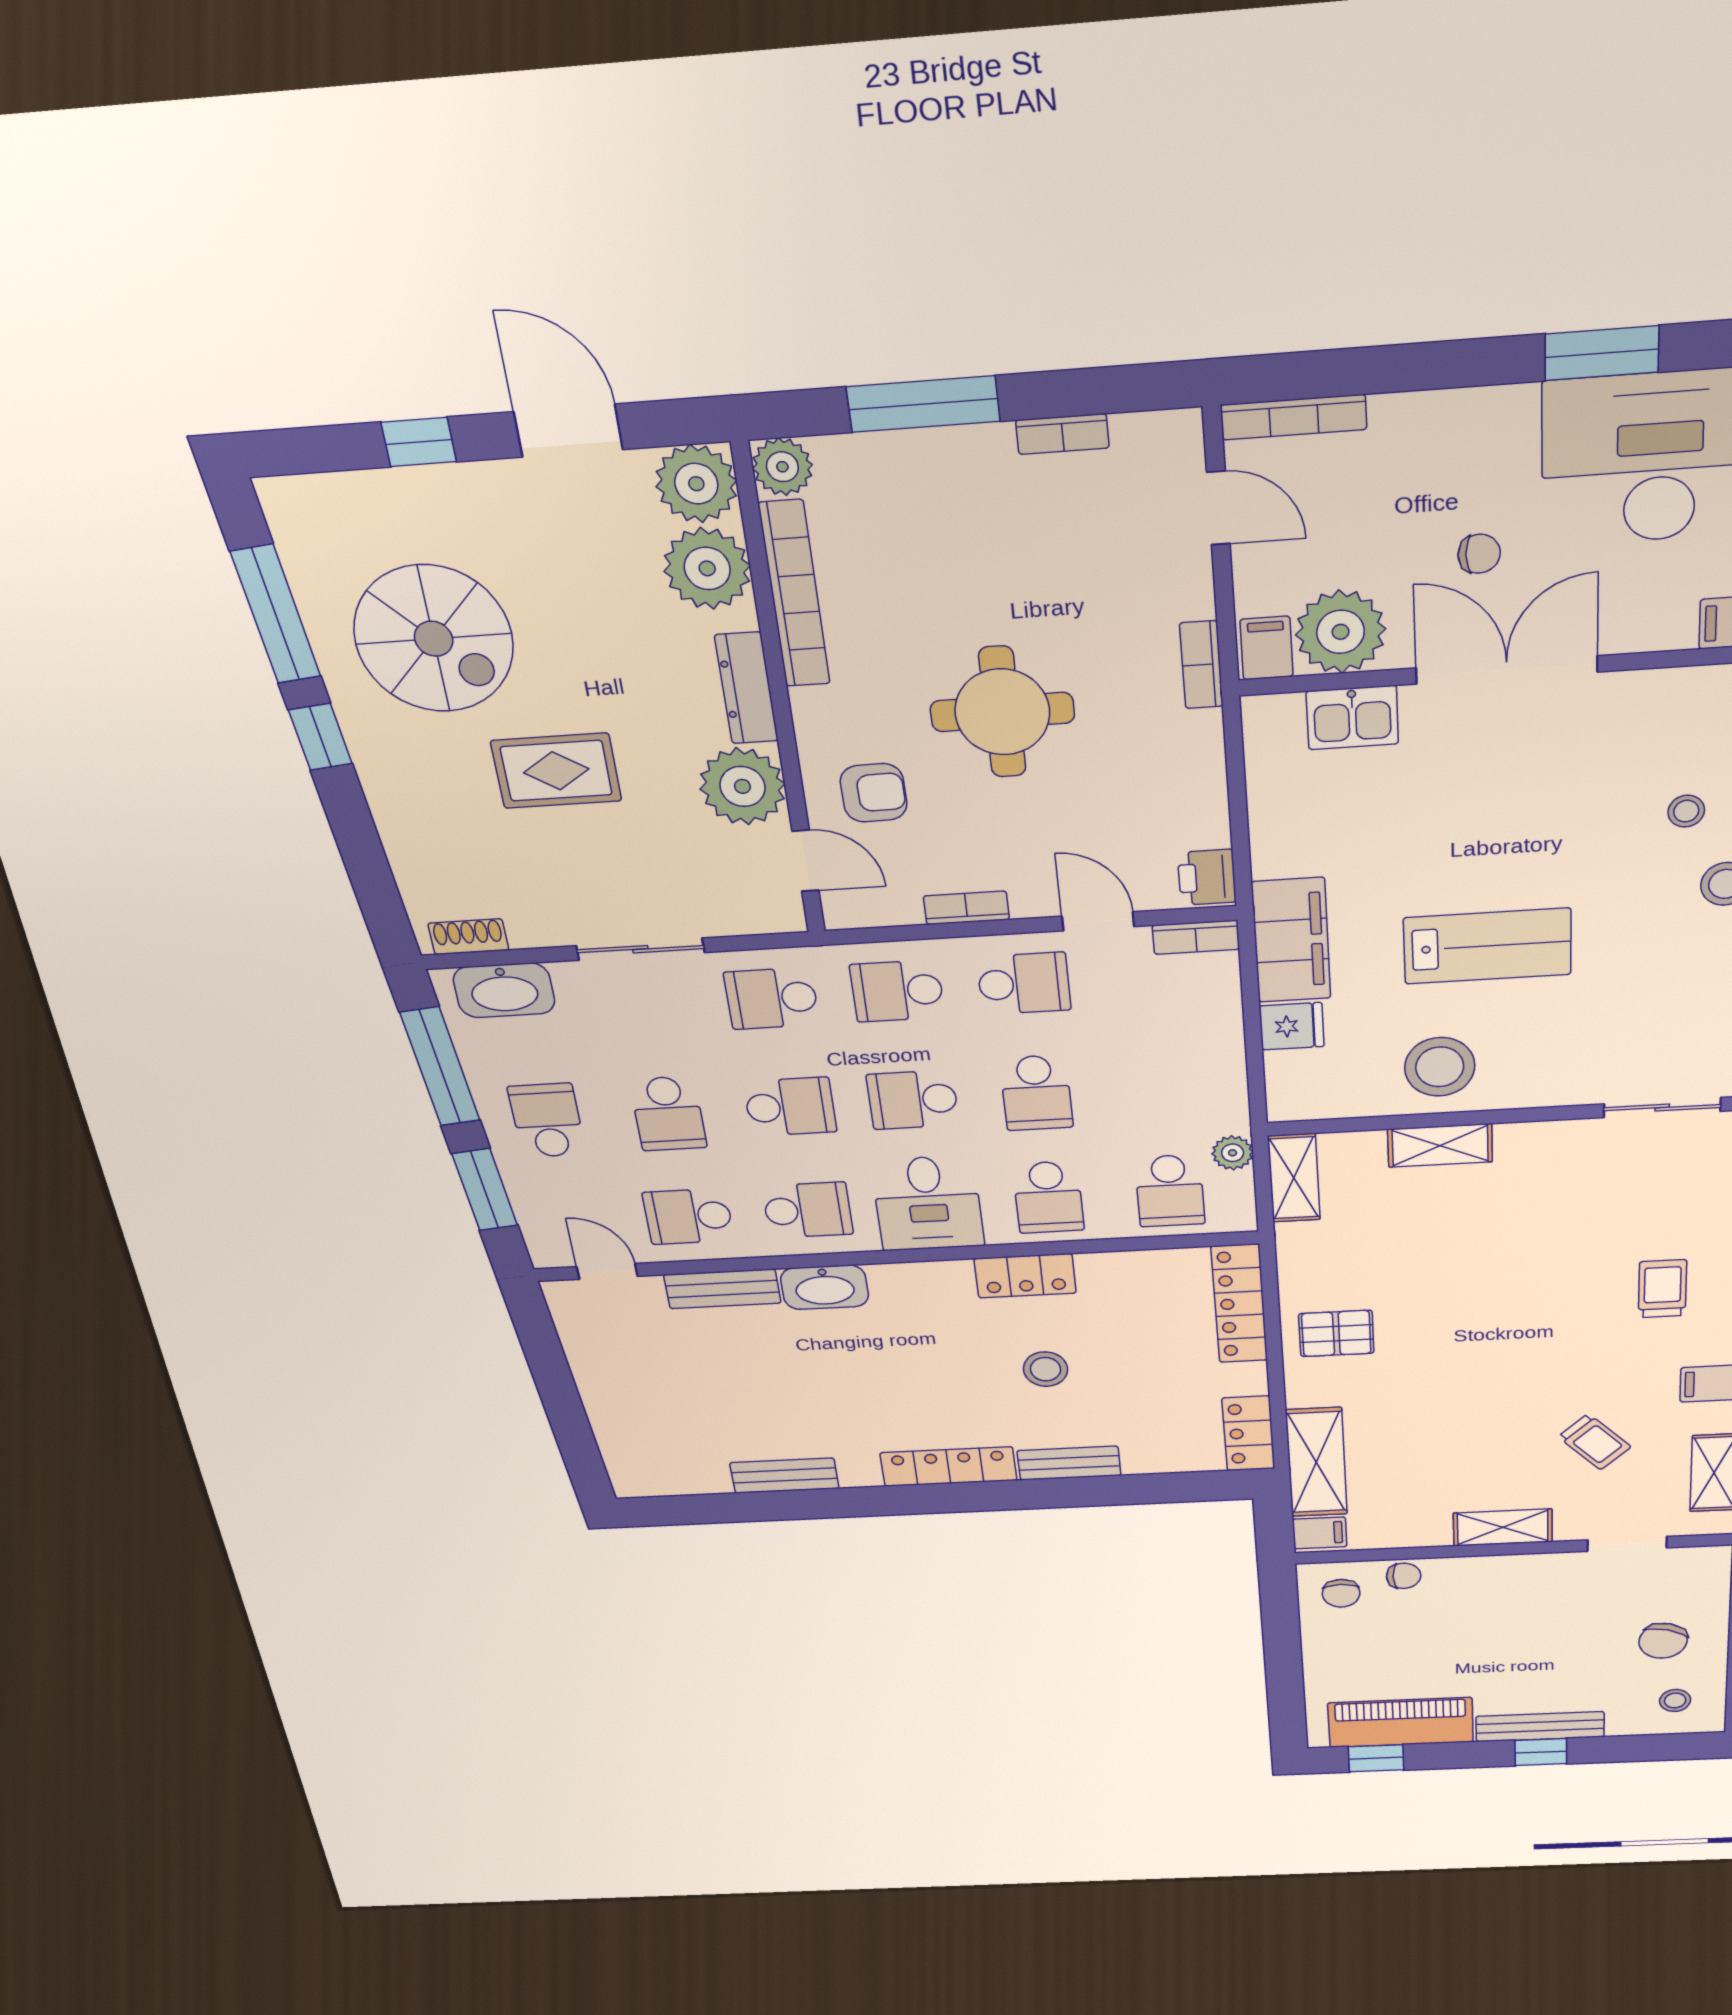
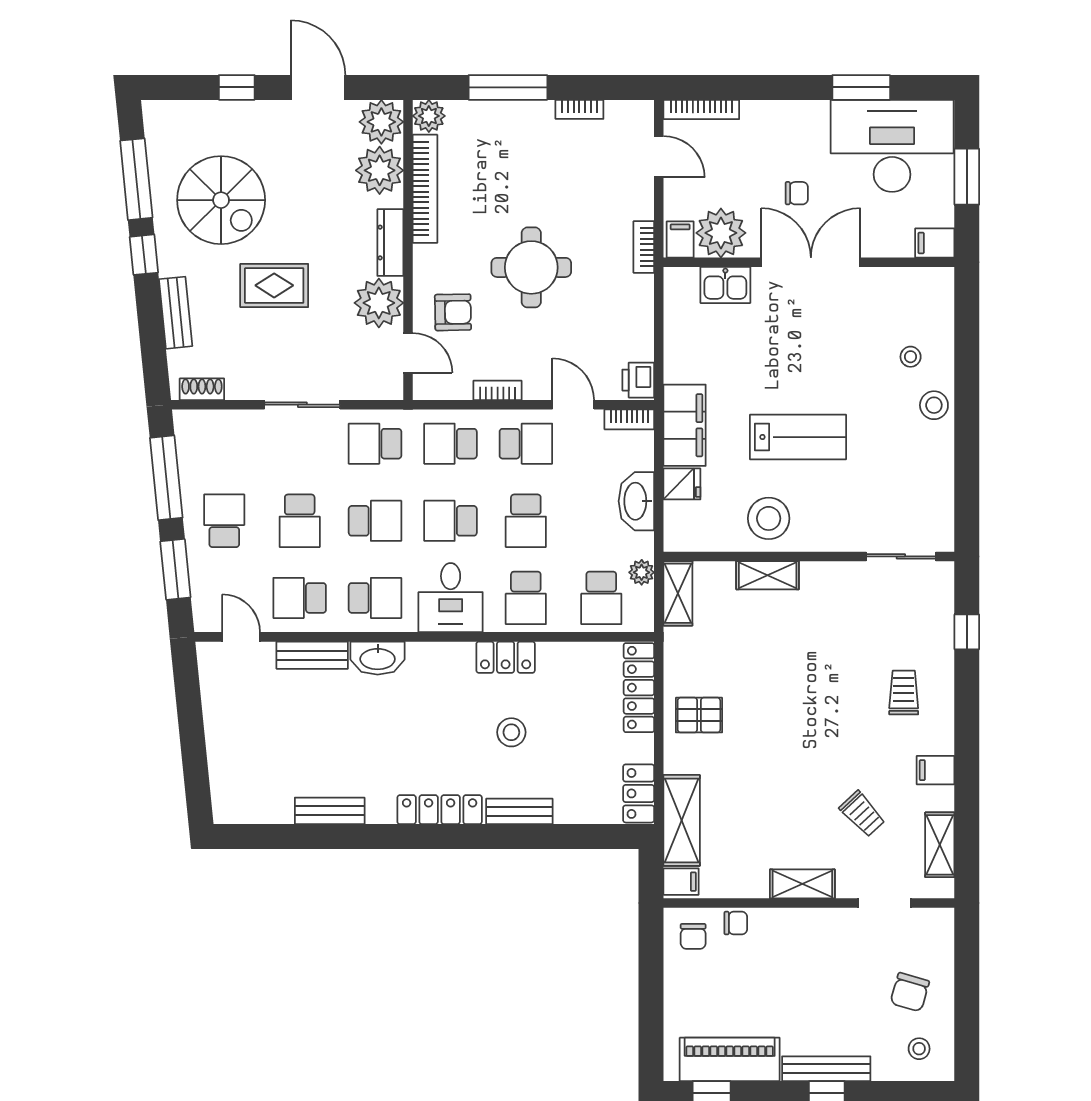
bench: (397, 824) -> (176, 313), added
washbasin: (504, 990) -> (636, 501), moved, turned 90

